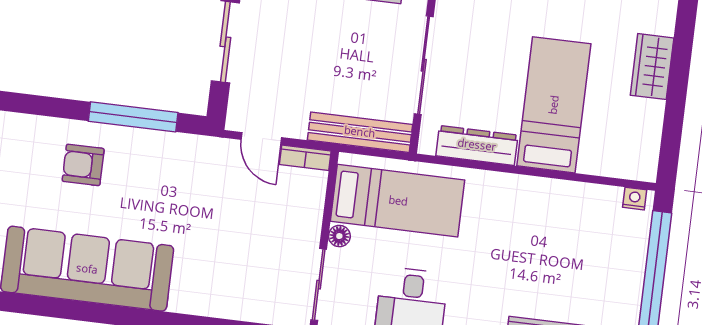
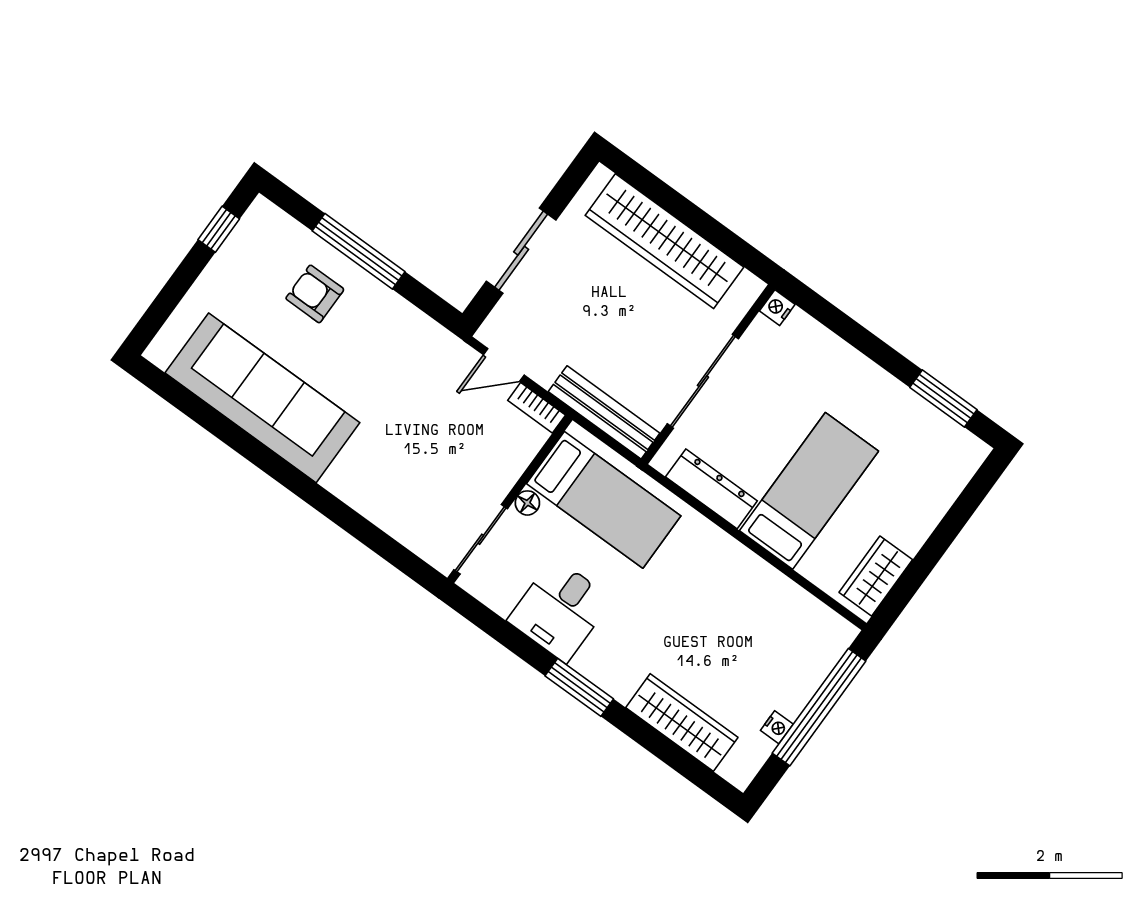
wardrobe: (652, 67) -> (876, 576), moved
window: (133, 117) -> (359, 251), moved
door: (261, 138) -> (504, 365), hinge flipped
nightstand: (635, 199) -> (777, 727), moved, turned 90

